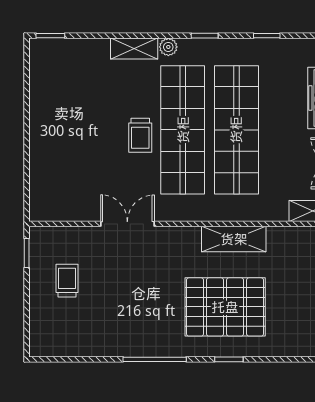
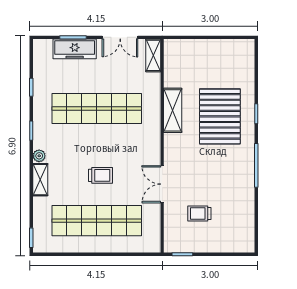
shop shelf: (183, 130) -> (97, 221), moved
trolley: (67, 281) -> (199, 214), moved

